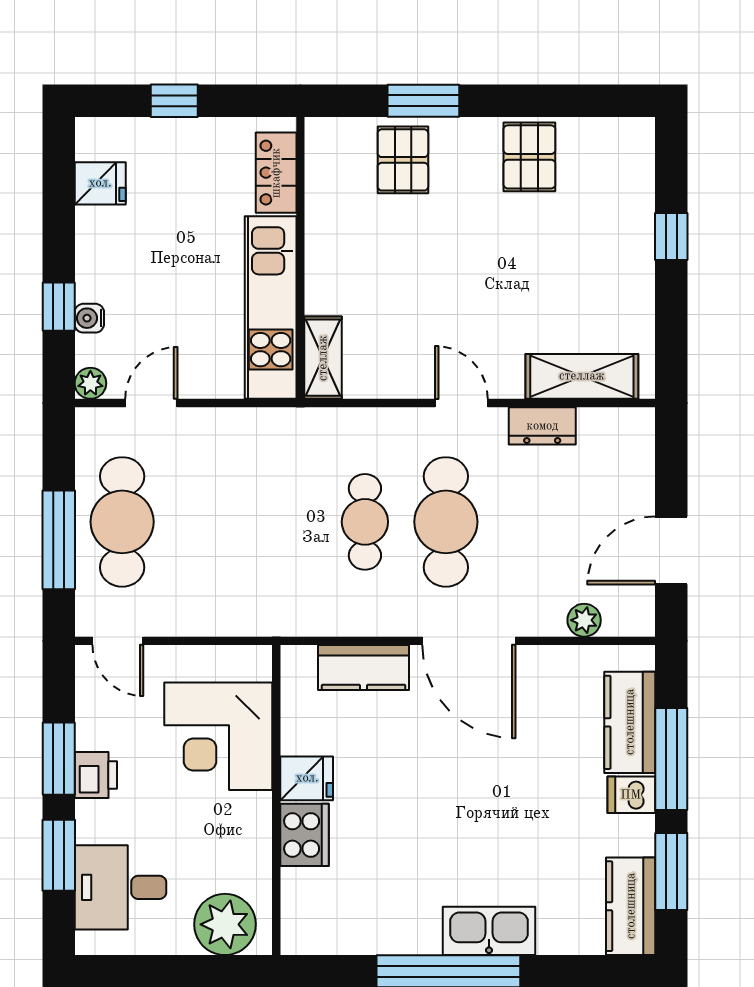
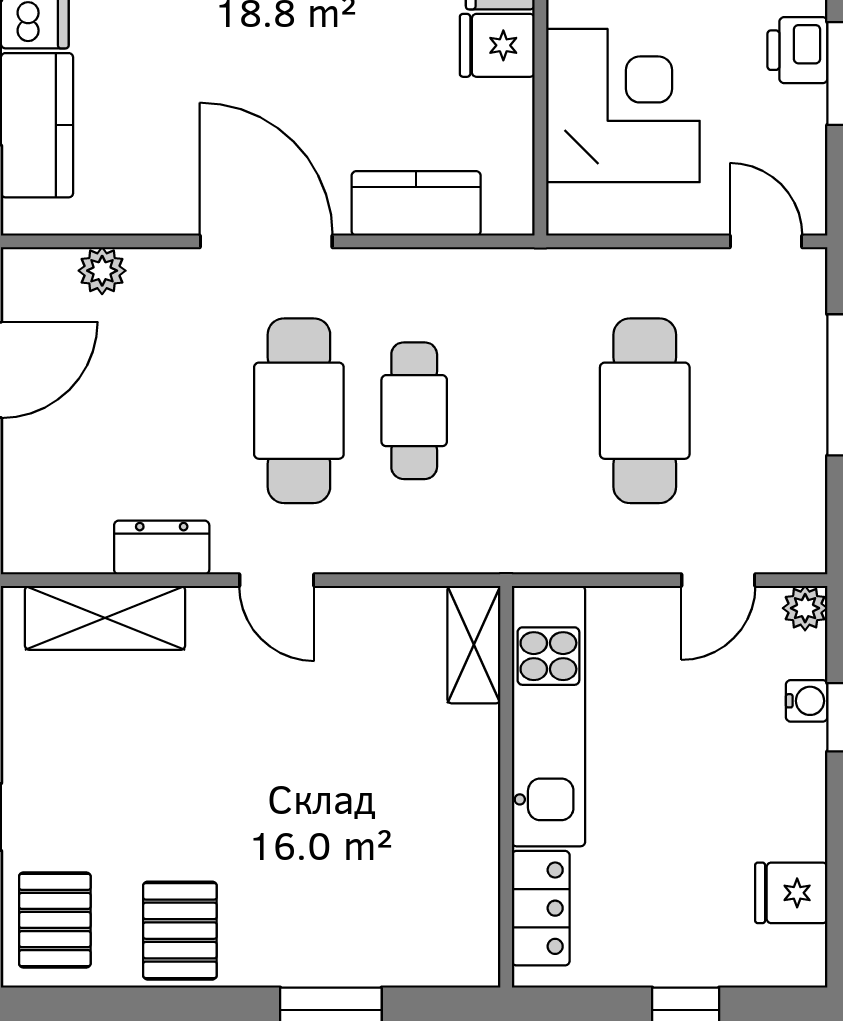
pallet: (403, 160) -> (55, 920), moved
cafe table: (122, 522) -> (645, 411), moved

